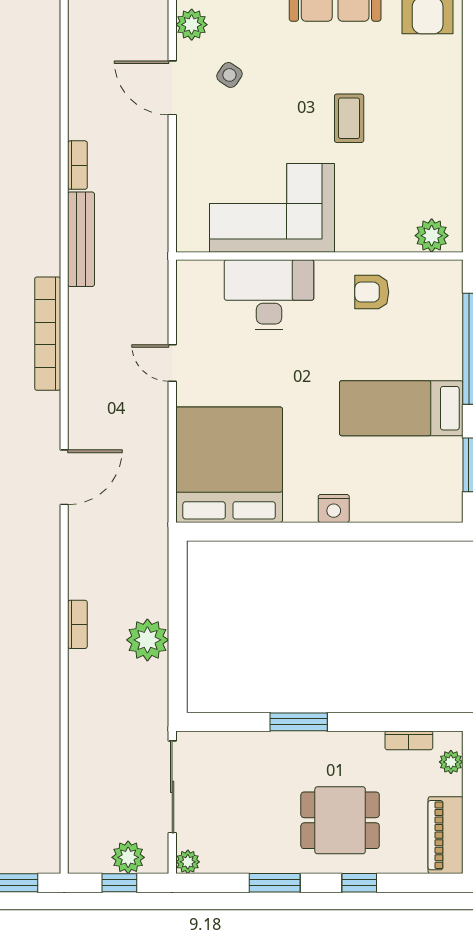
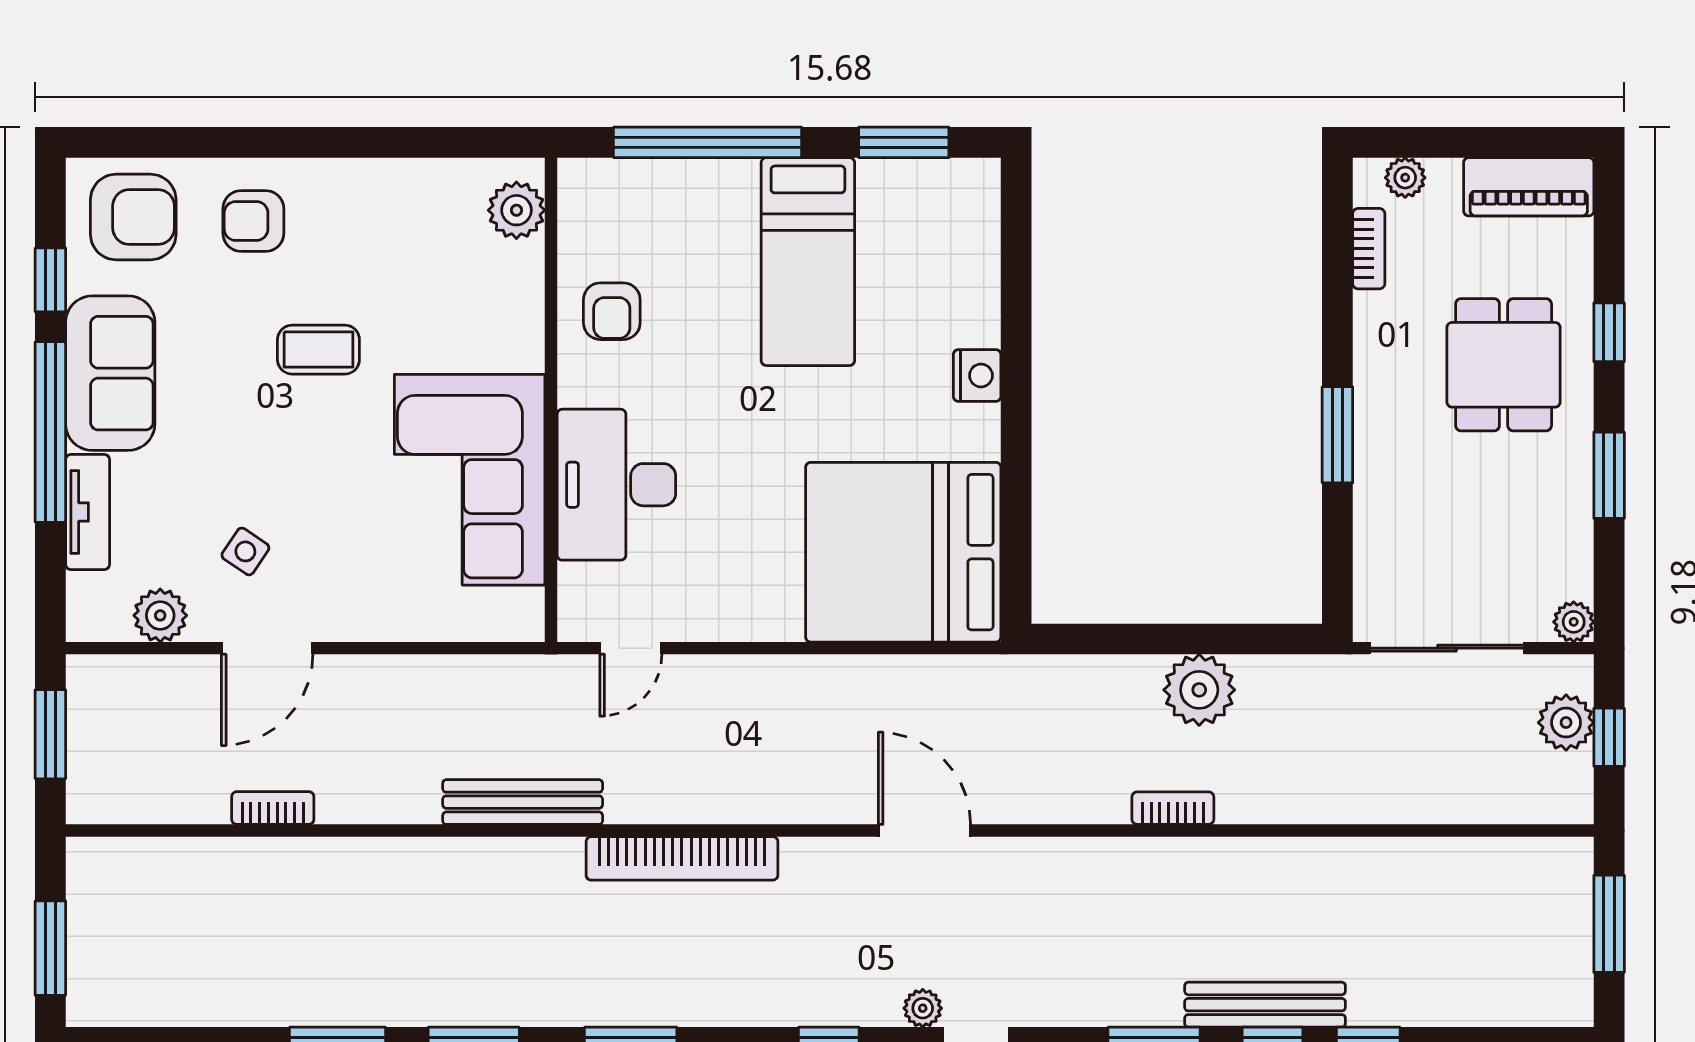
armchair: (425, 80) -> (253, 221), added
bookcase: (77, 165) -> (273, 808), moved
door: (172, 363) -> (631, 648), moved

